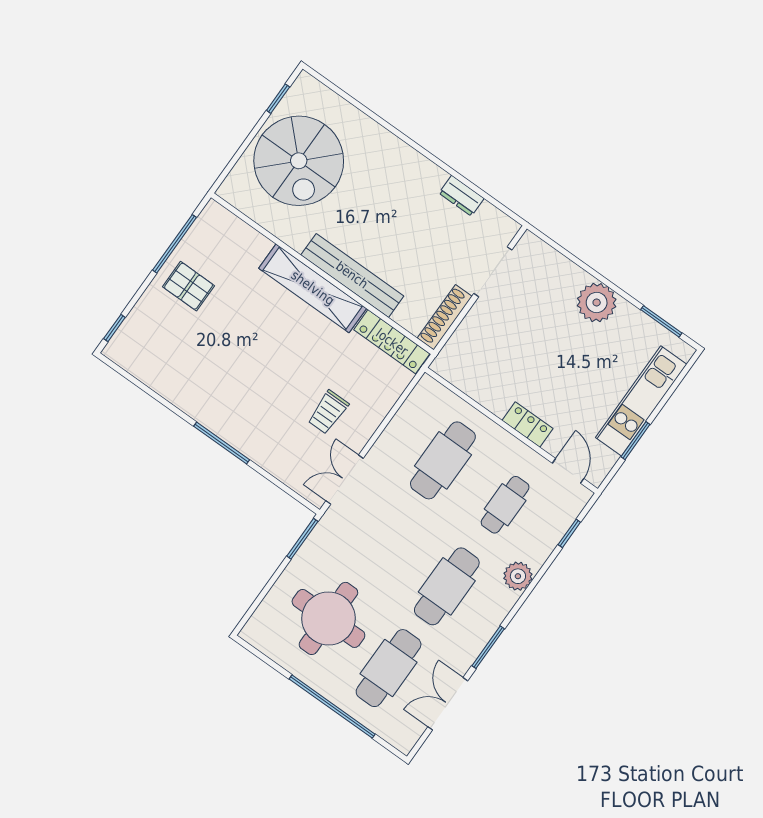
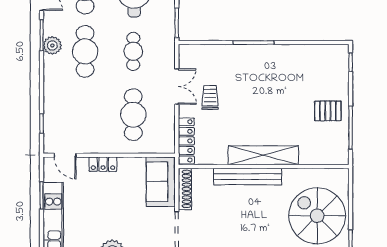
locker: (392, 342) -> (186, 141), moved, turned 90
sofa: (469, 349) -> (161, 182), added
double door: (345, 480) -> (177, 87), moved
cafe table: (505, 505) -> (133, 51), moved
plant: (518, 576) -> (52, 45), moved

